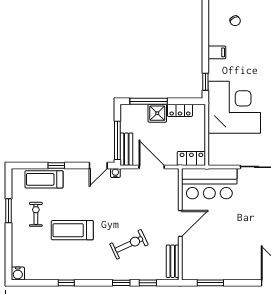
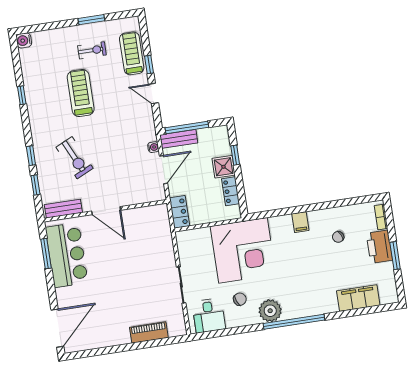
window: (205, 82) -> (266, 214), removed
window: (149, 101) -> (235, 155), width x0.46
door: (98, 166) -> (153, 94), moved
water cooler: (115, 173) -> (153, 147), moved
bar counter: (209, 184) -> (67, 255), moved, turned 180

